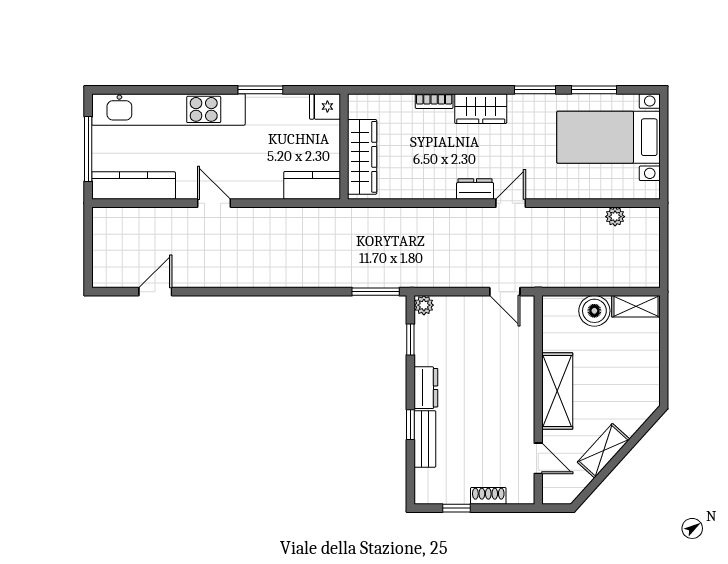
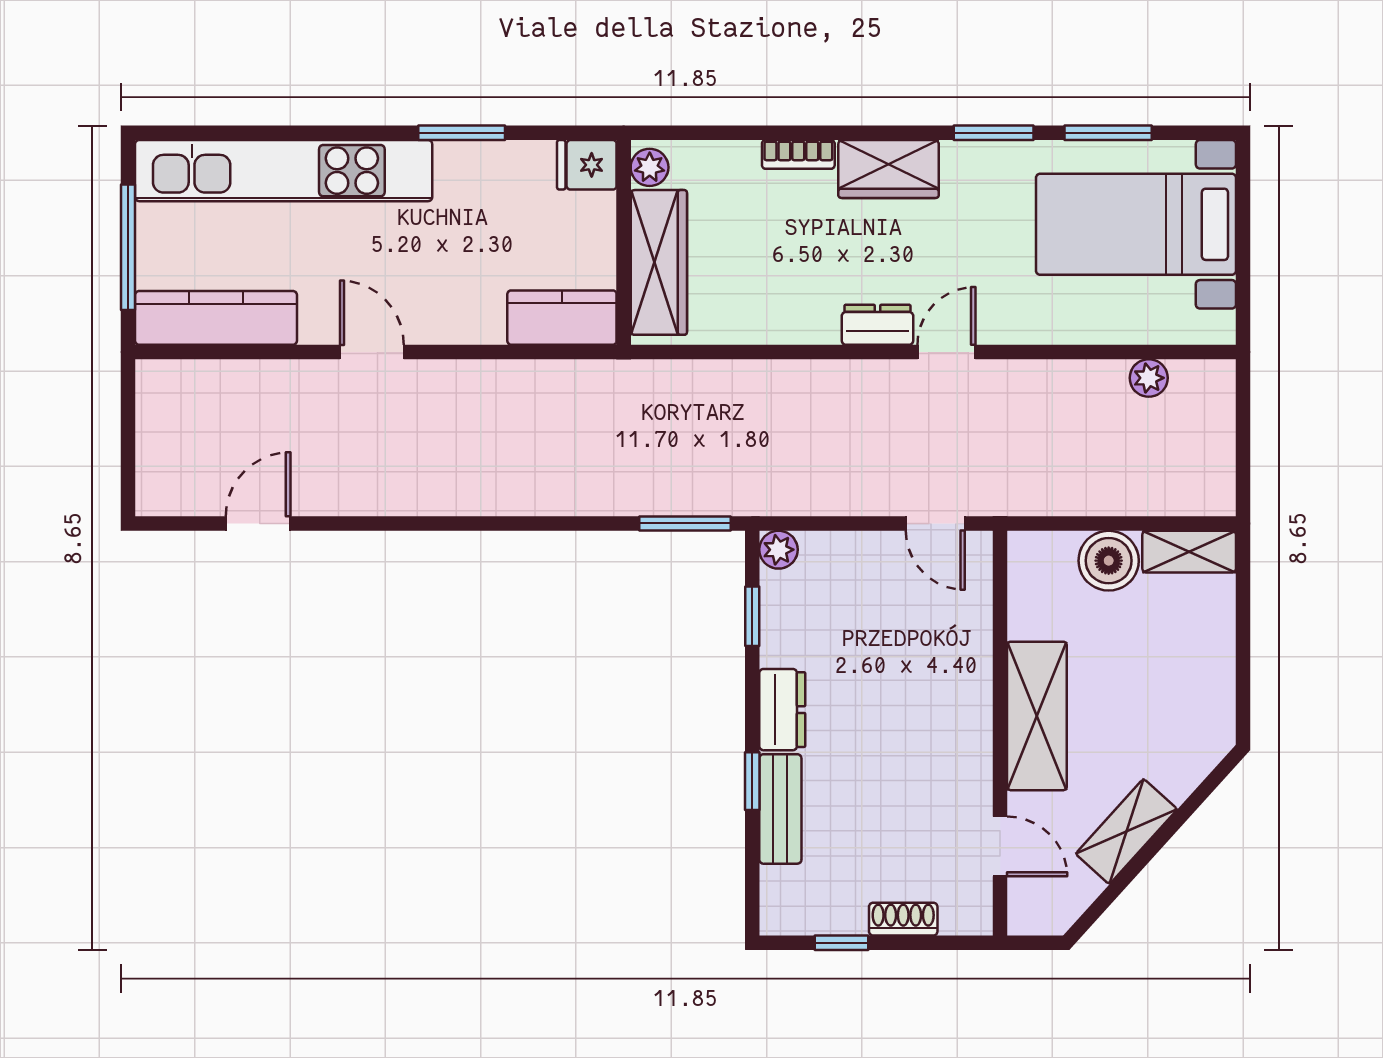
plant: (357, 108) -> (650, 167), added

